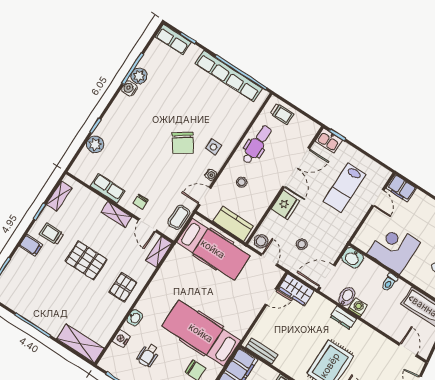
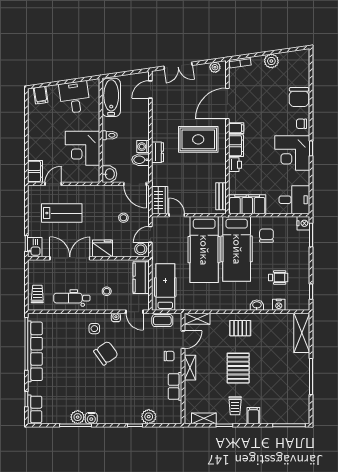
hospital bed: (213, 249) -> (165, 287), width x0.73, depth x0.78
hospital bed: (221, 302) -> (204, 250), added

